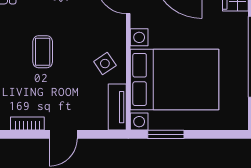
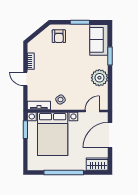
coffee table: (43, 52) -> (66, 69), removed

